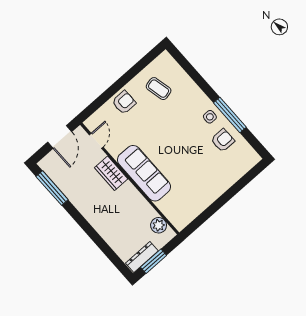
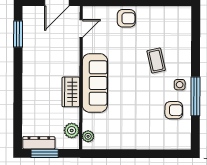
coffee table: (159, 89) -> (156, 61), moved
wardrobe: (111, 173) -> (71, 92), moved
window: (52, 188) -> (18, 34), width x0.69
plant: (175, 219) -> (88, 136), added

